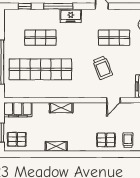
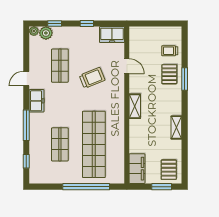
freezer: (71, 16) -> (37, 101), moved
shelving: (61, 108) -> (135, 106), moved
window: (101, 154) -> (185, 79), added

